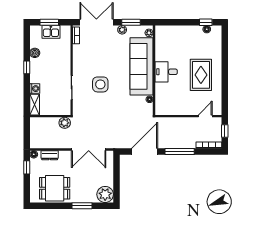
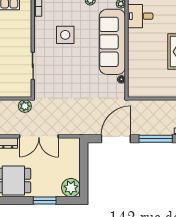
desk: (166, 72) -> (140, 16), moved
side table: (100, 84) -> (65, 35), moved
double door: (89, 149) -> (39, 136), moved

